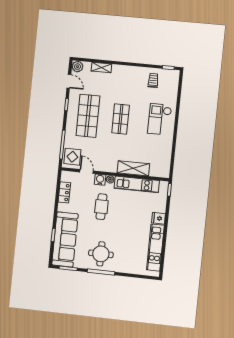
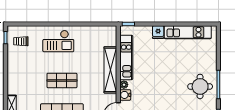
trolley: (153, 80) -> (21, 41), moved
shelving: (133, 168) -> (110, 70), width x1.47
cafe table: (101, 207) -> (152, 91), removed

